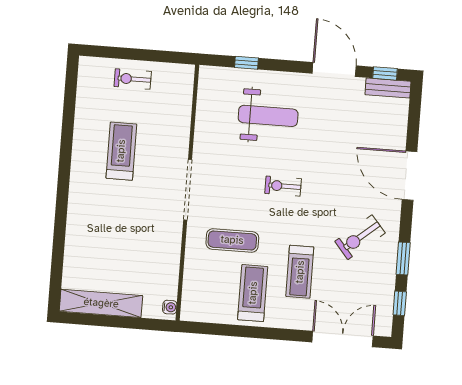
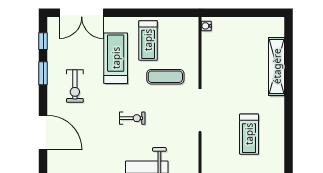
exercise bike: (360, 237) -> (75, 86), turned 130
treadmill: (300, 272) -> (116, 58), width x1.37, depth x1.38
shelving: (101, 303) -> (277, 66), moved, turned 90

